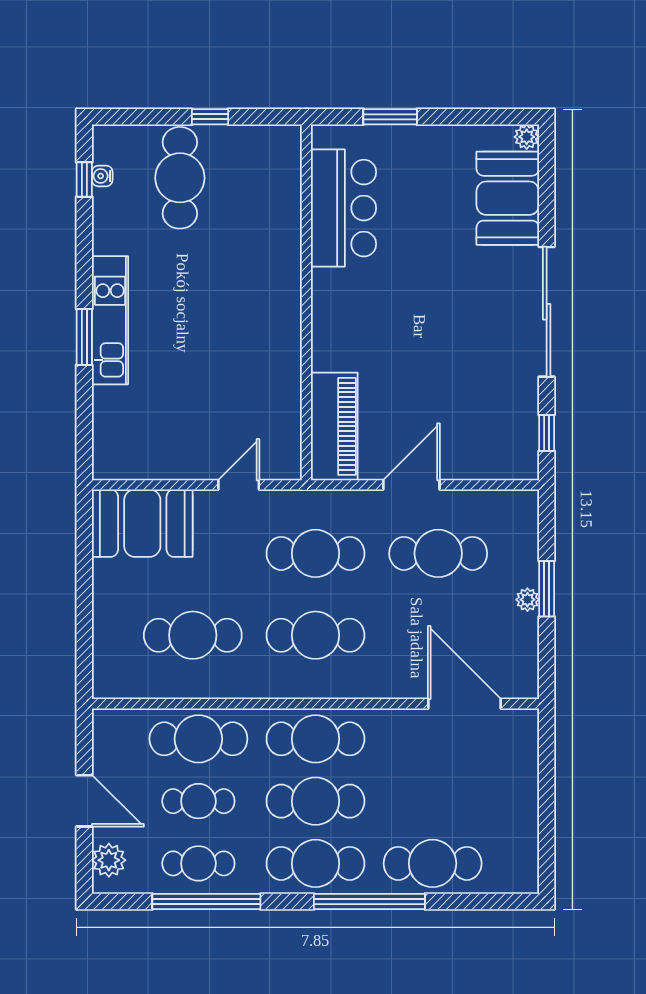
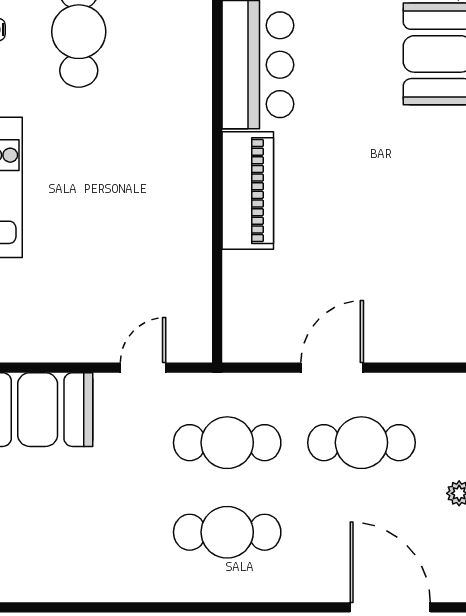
piano: (334, 426) -> (248, 191), moved
cafe table: (193, 635) -> (93, 532), removed

